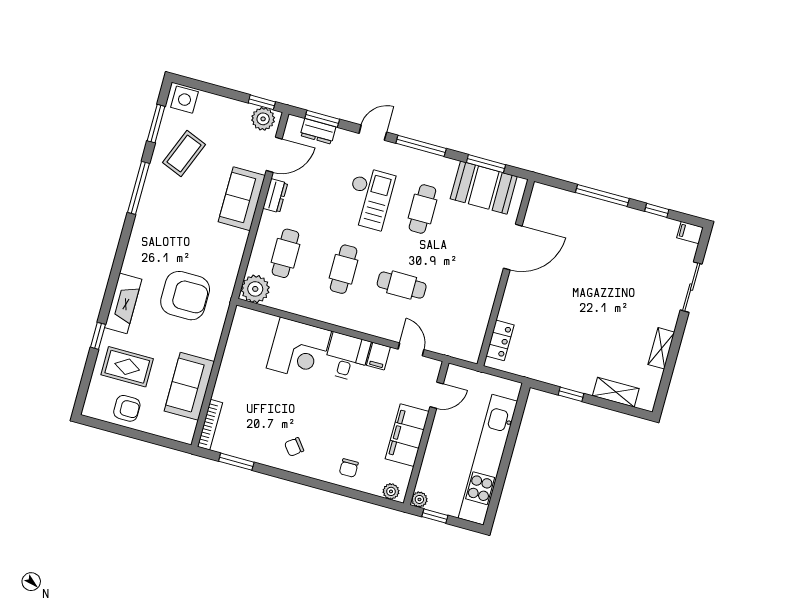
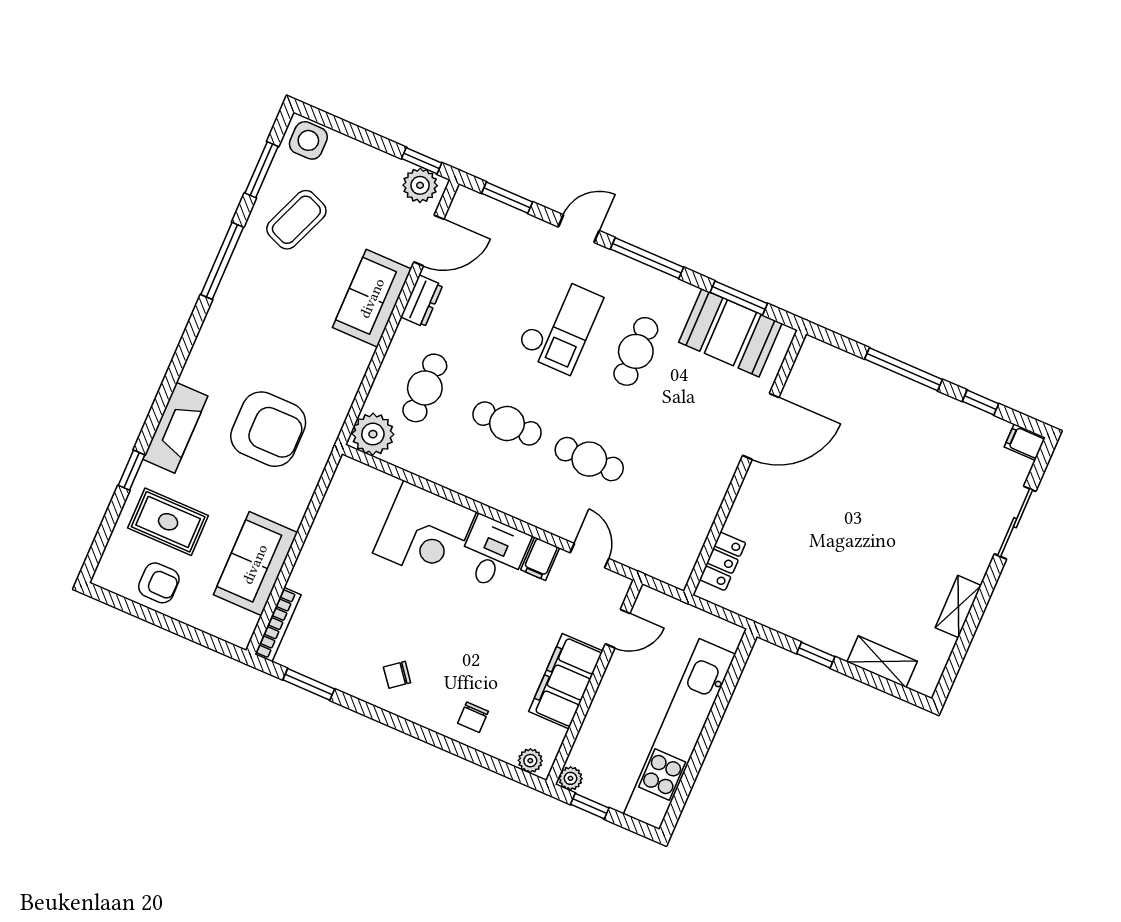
dresser: (318, 131) -> (498, 215), removed
cafe table: (344, 269) -> (507, 423), turned 90

